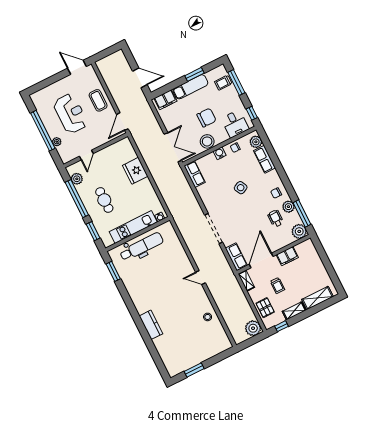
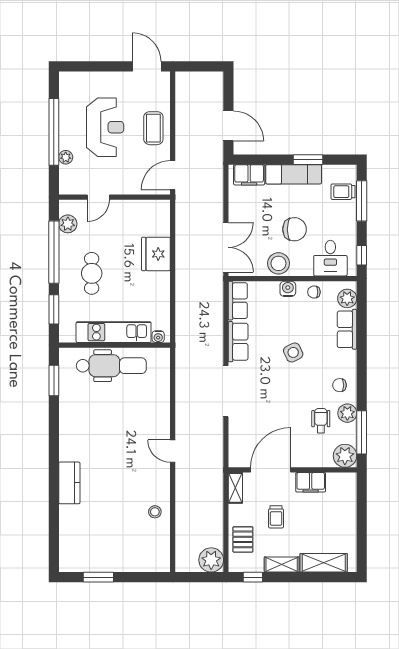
row of seats: (236, 257) -> (238, 342), moved

